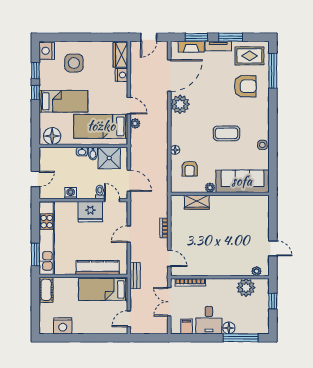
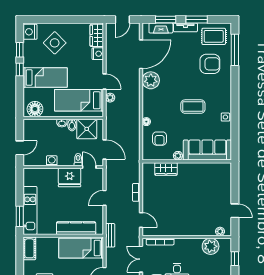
side table: (74, 63) -> (55, 43), turned 45
kitchen unit: (47, 238) -> (30, 210), width x0.73

